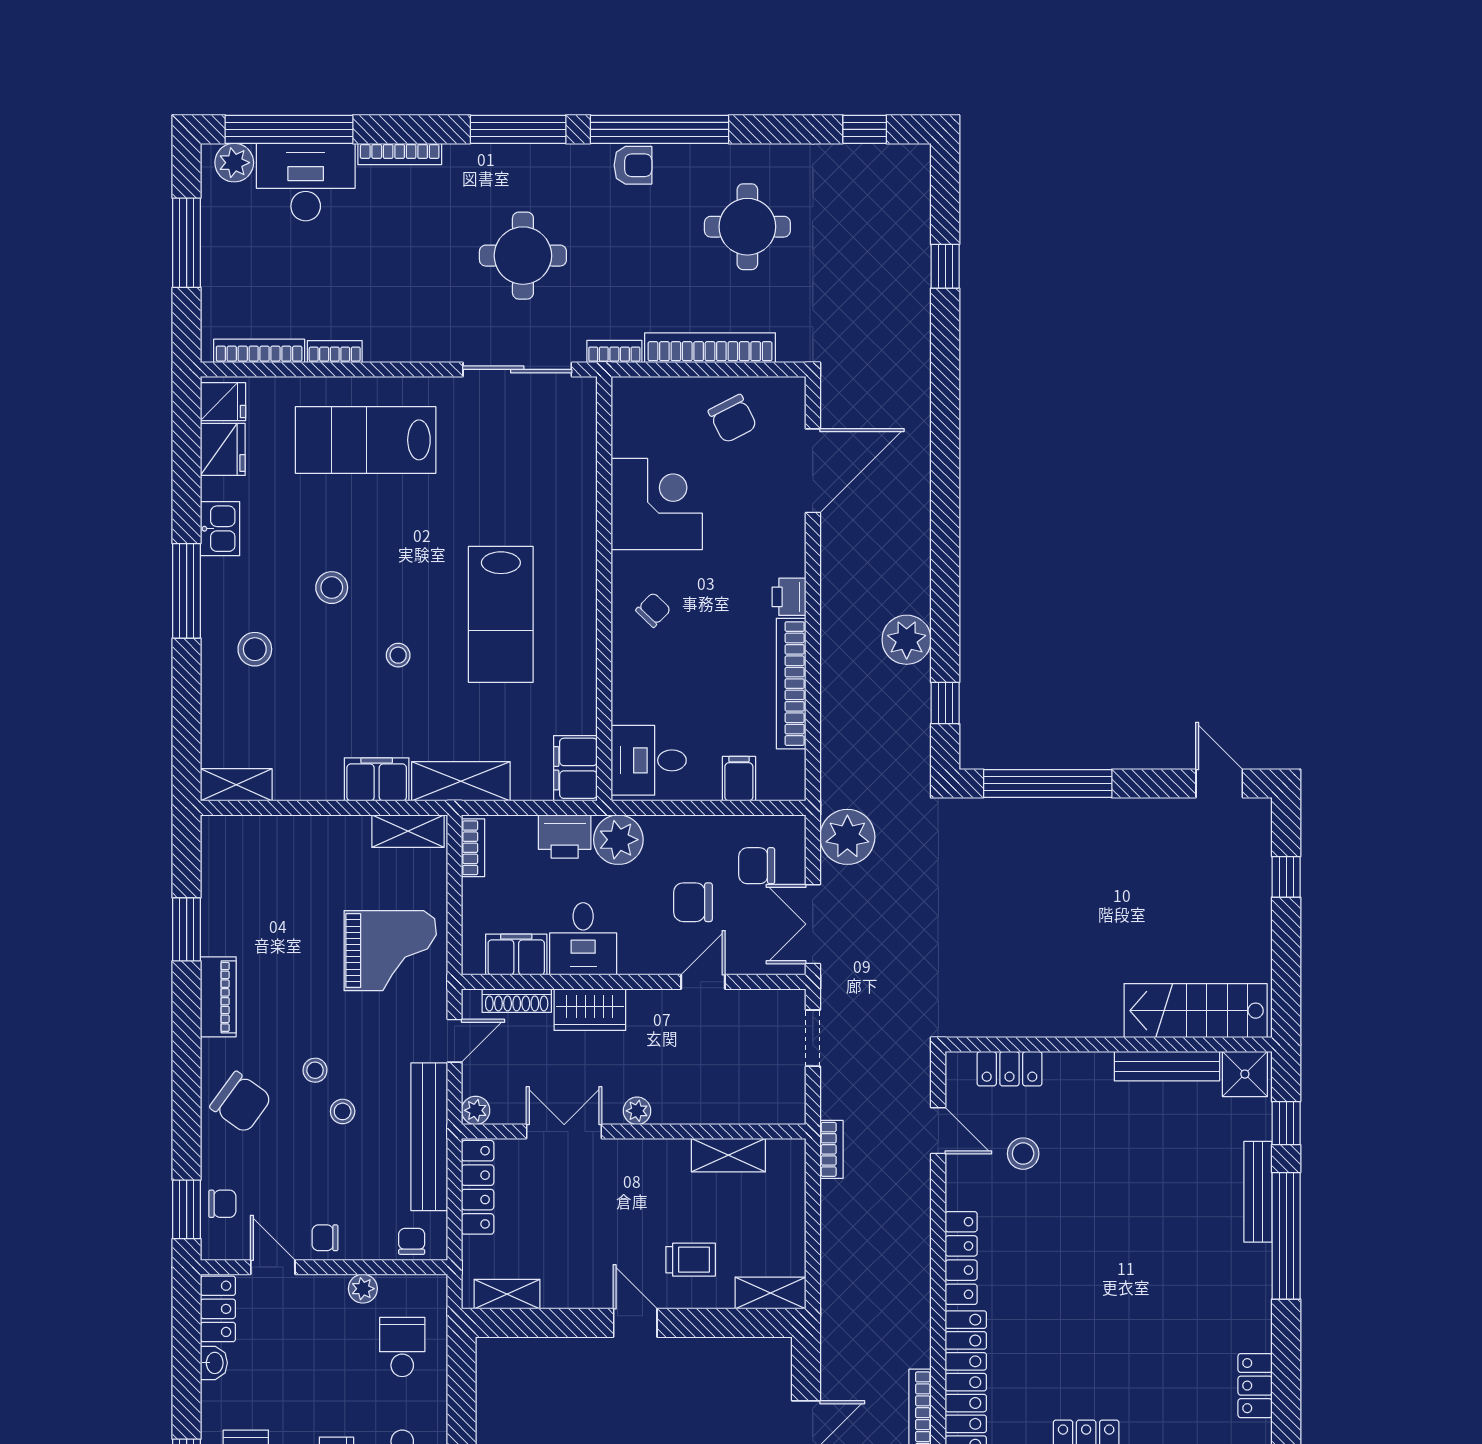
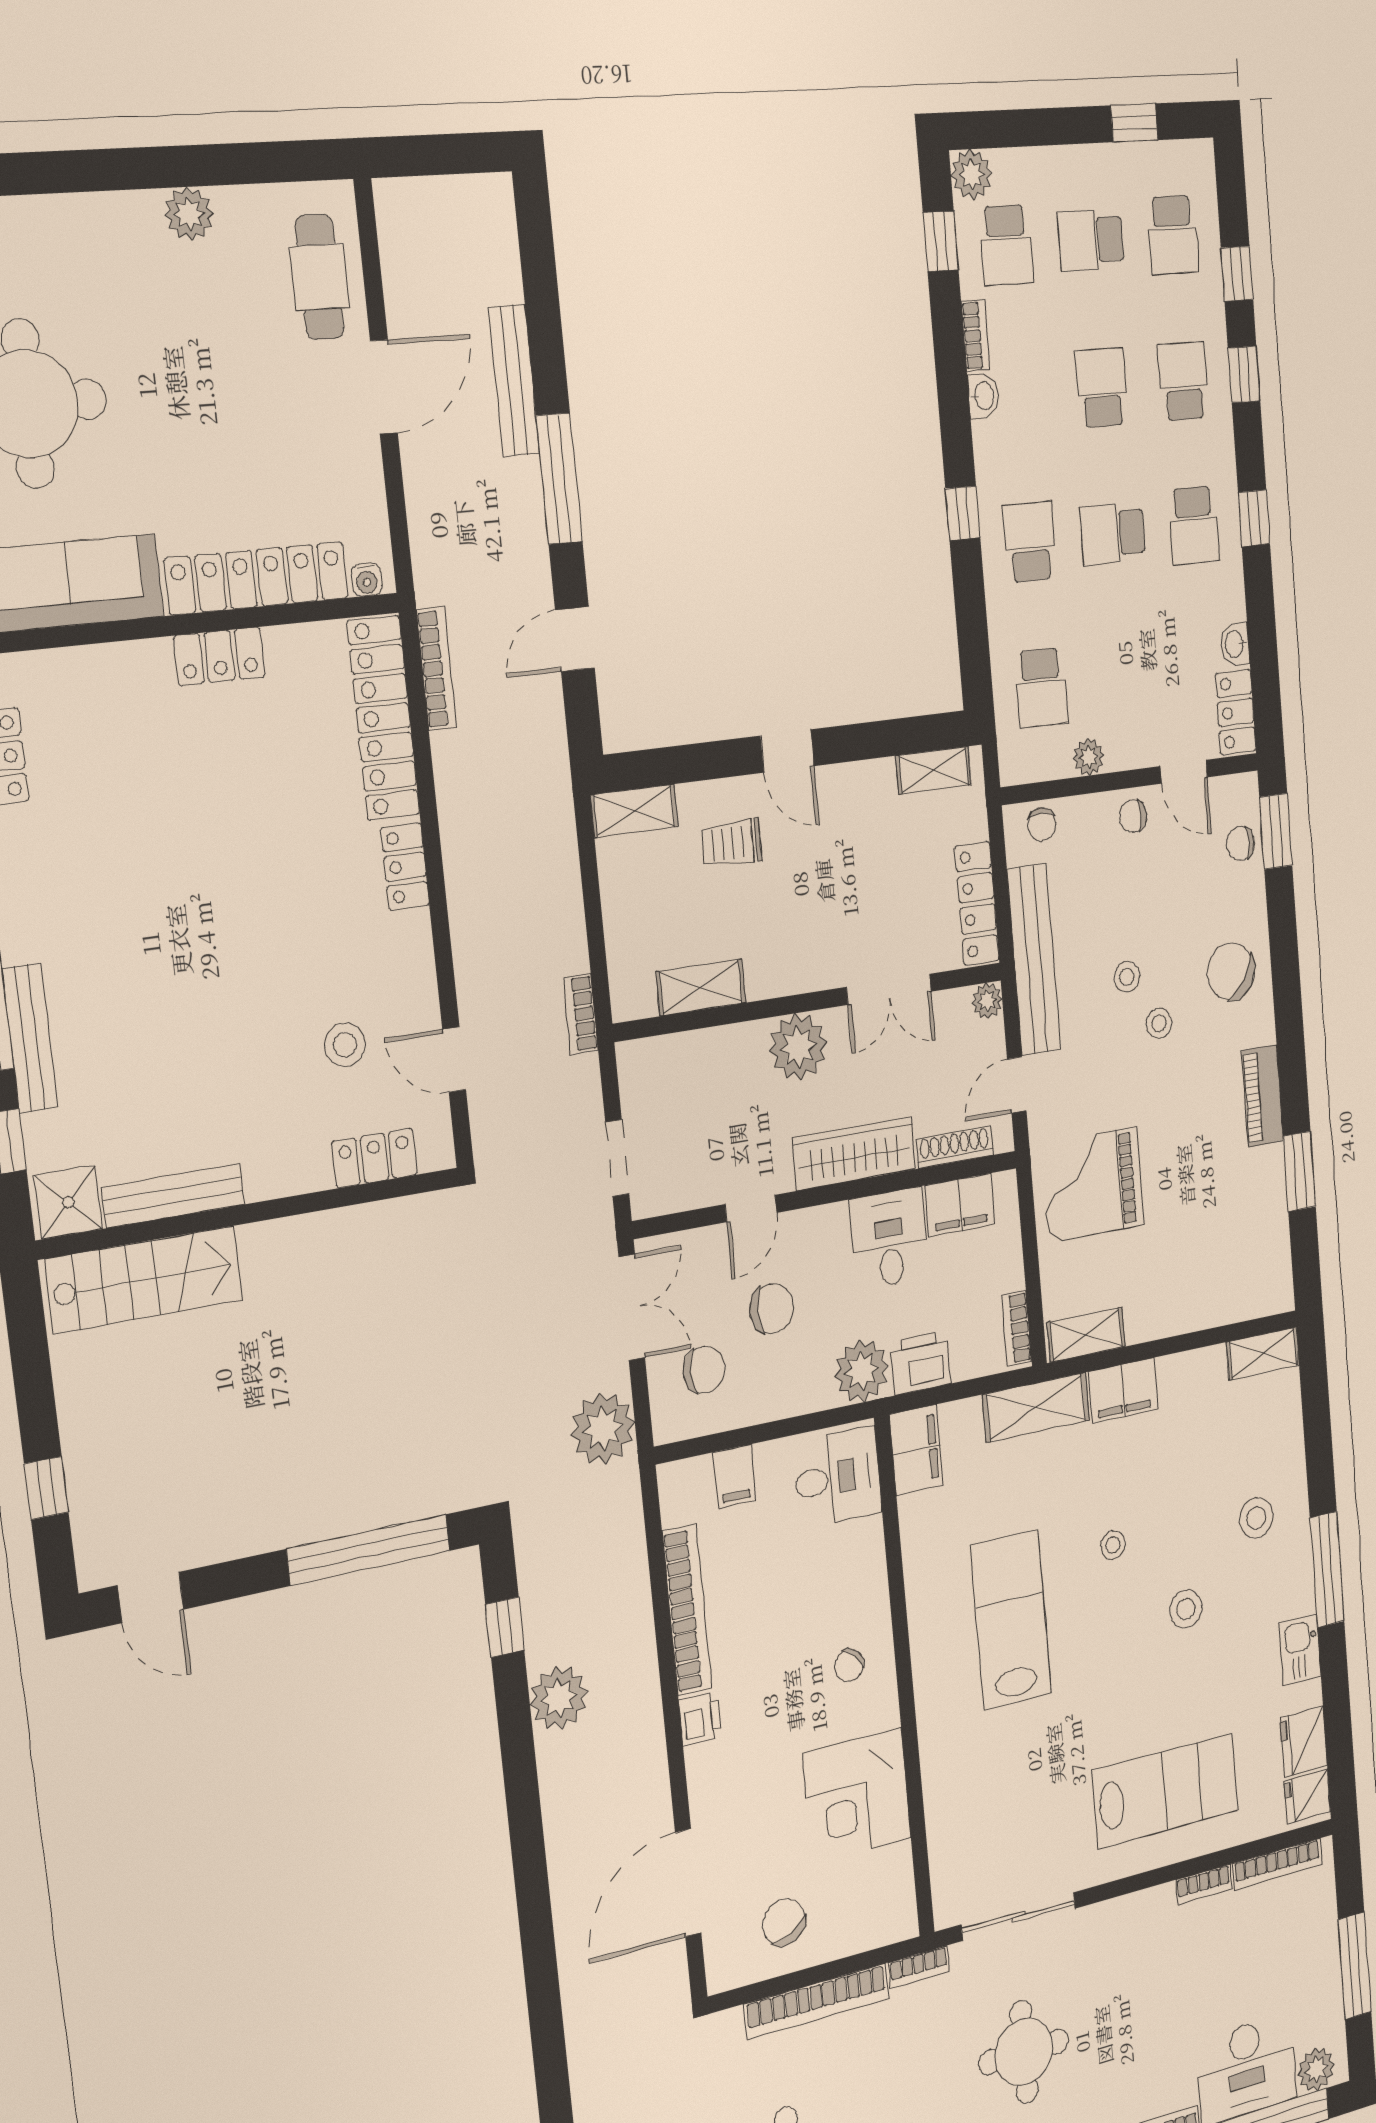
wardrobe: (590, 1010) -> (854, 1154), width x1.50
plant: (637, 1111) -> (798, 1047), width x1.88, depth x1.88
chair: (325, 1238) -> (1133, 816), turned 180
locker: (961, 1258) -> (405, 867), width x0.66

